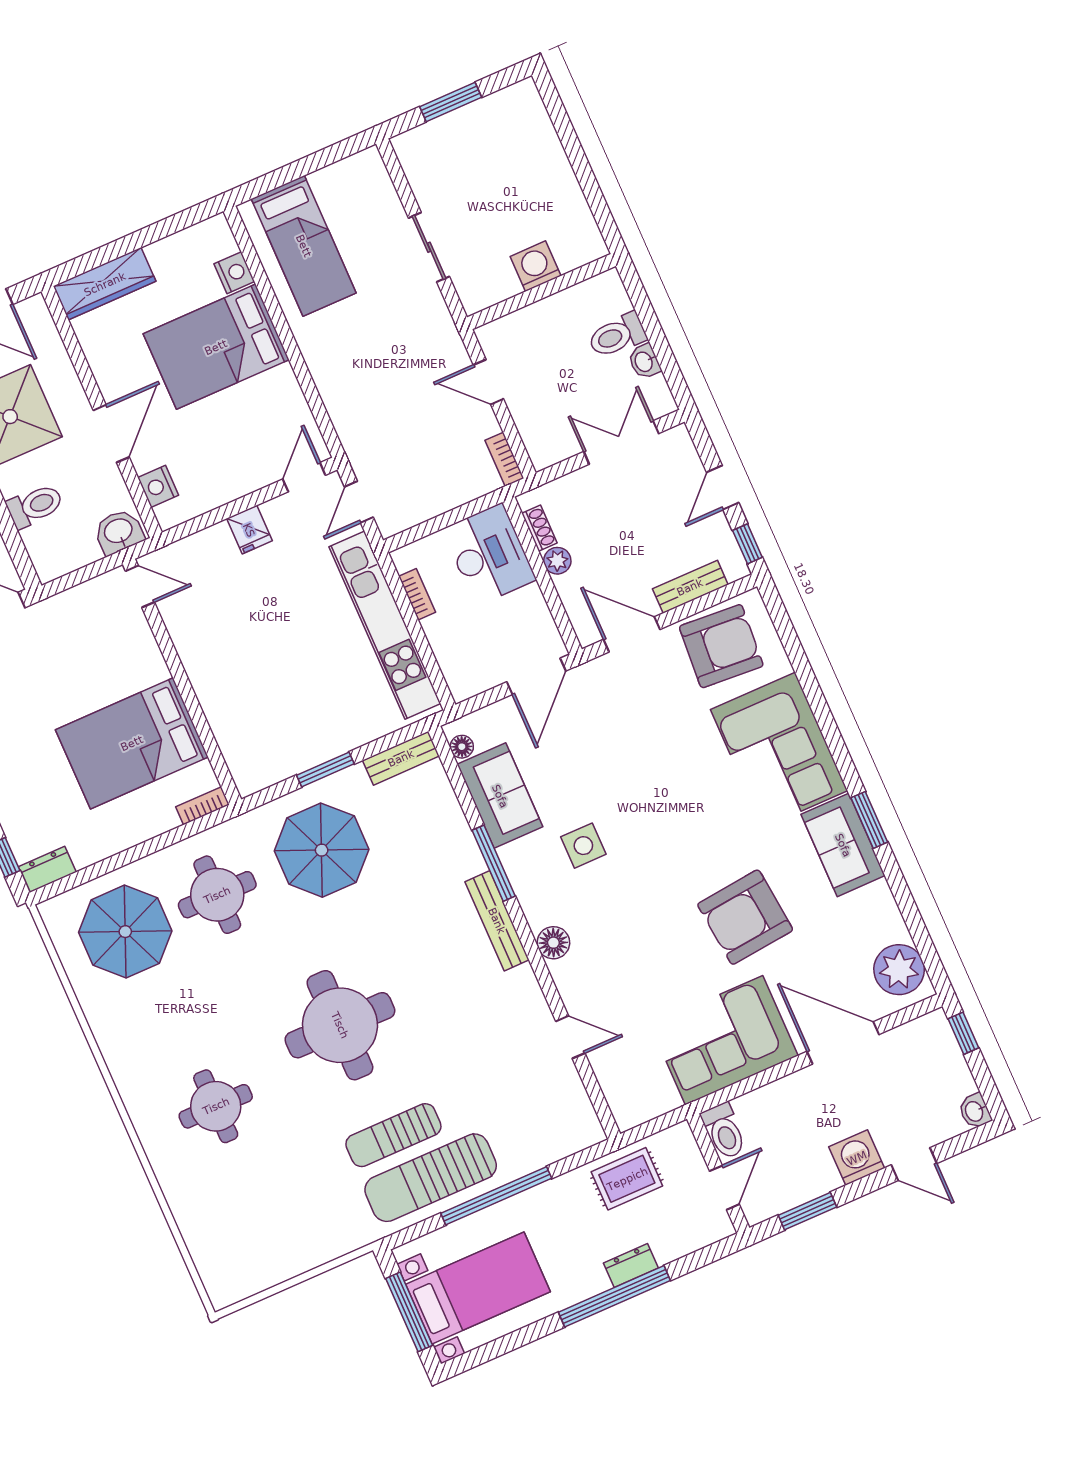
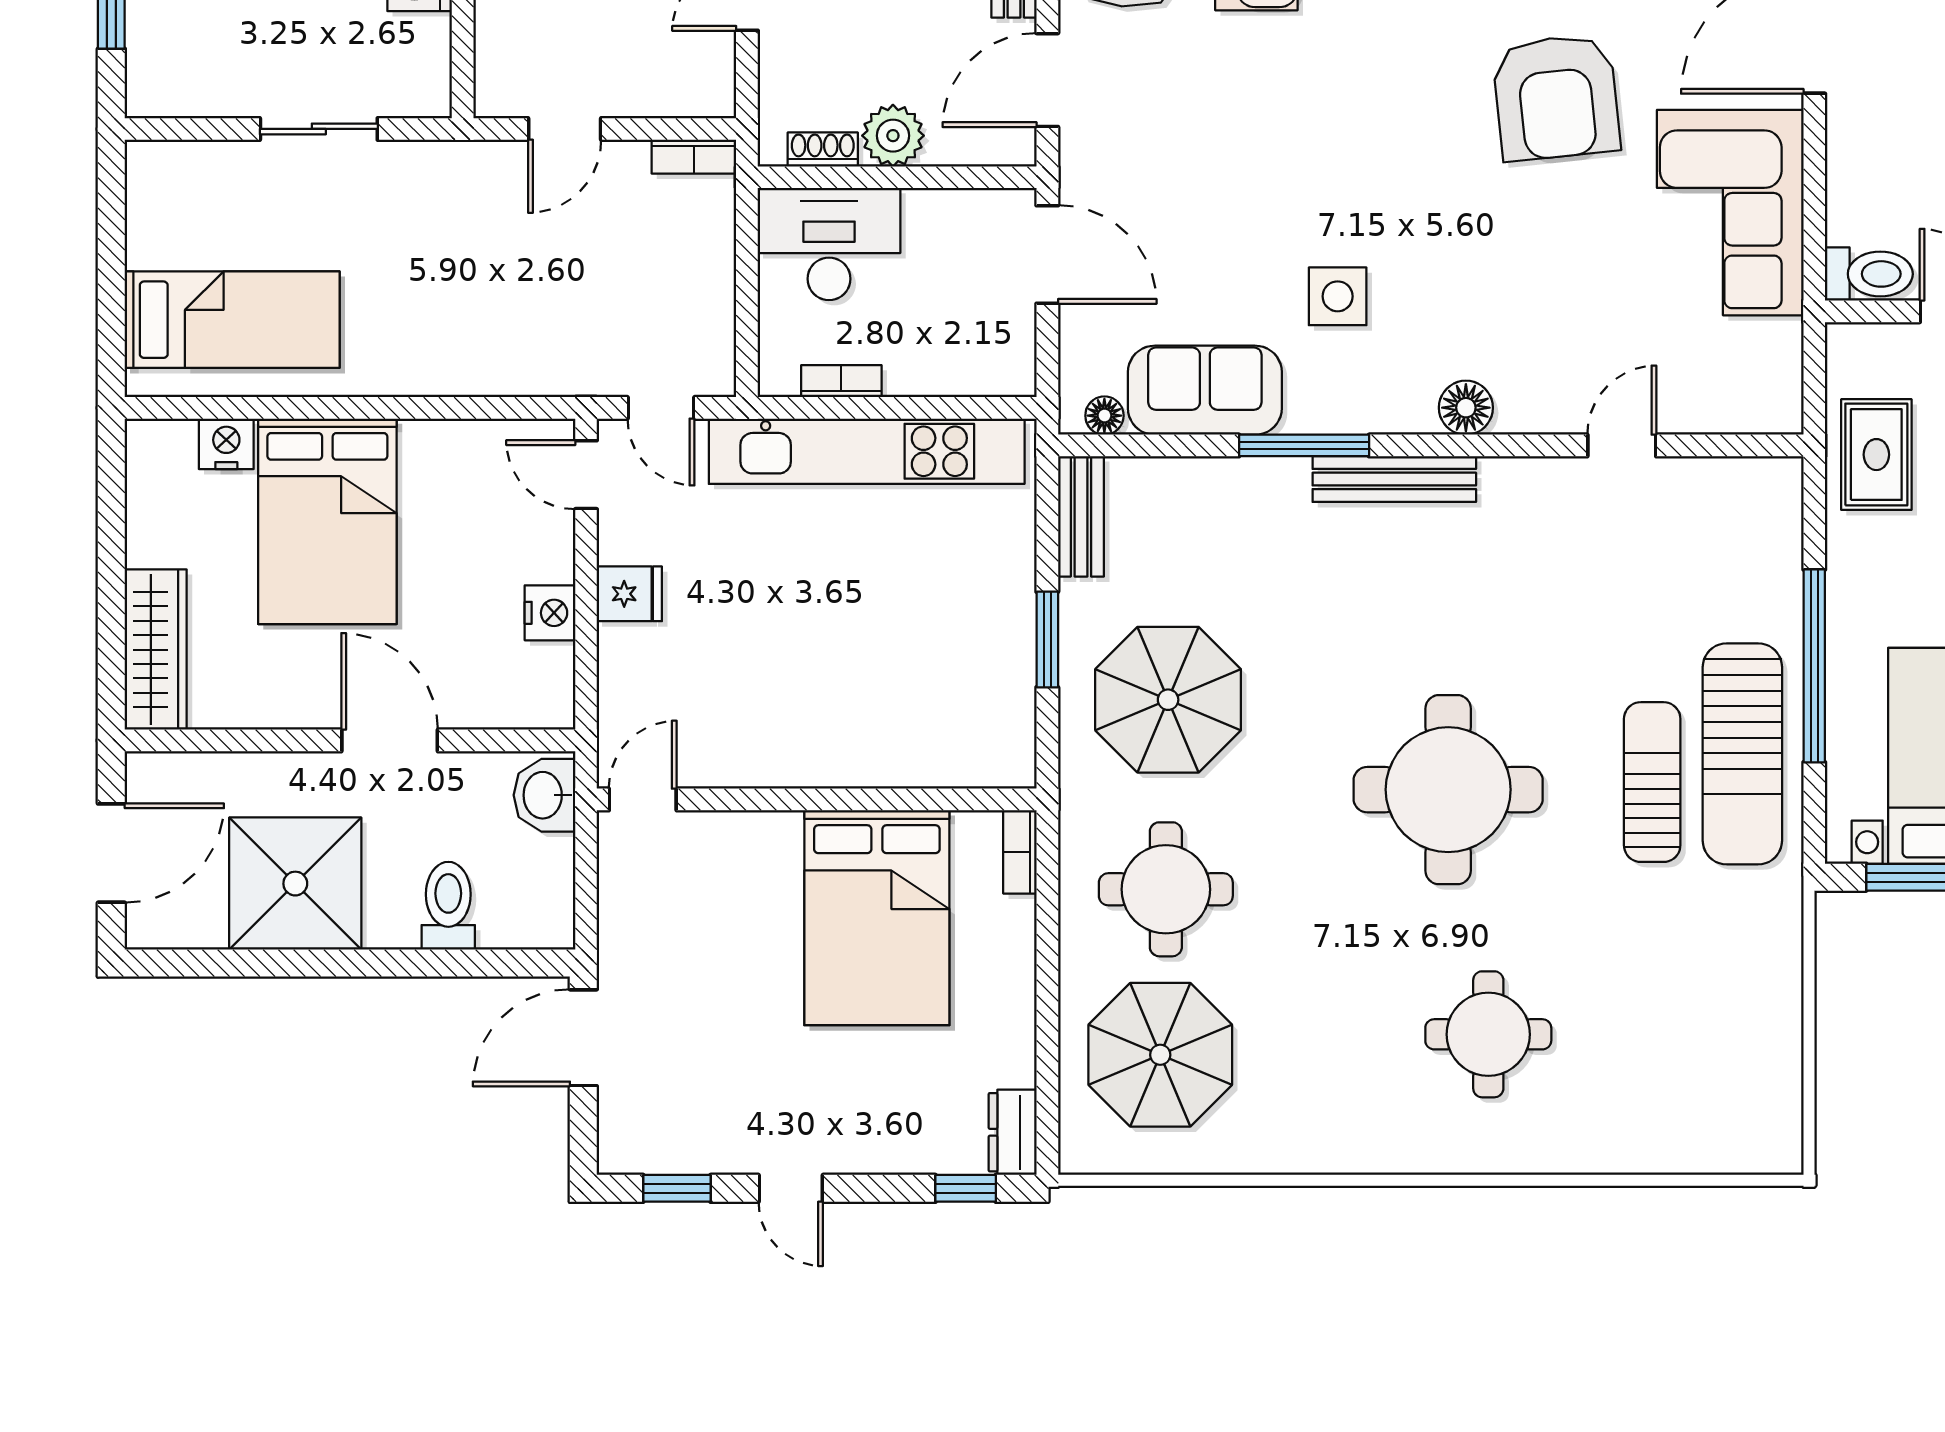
nightstand: (158, 486) -> (550, 613), moved, turned -90
plant: (557, 561) -> (893, 136), width x1.38, depth x1.38
sun lounger: (393, 1135) -> (1652, 782), turned 180

